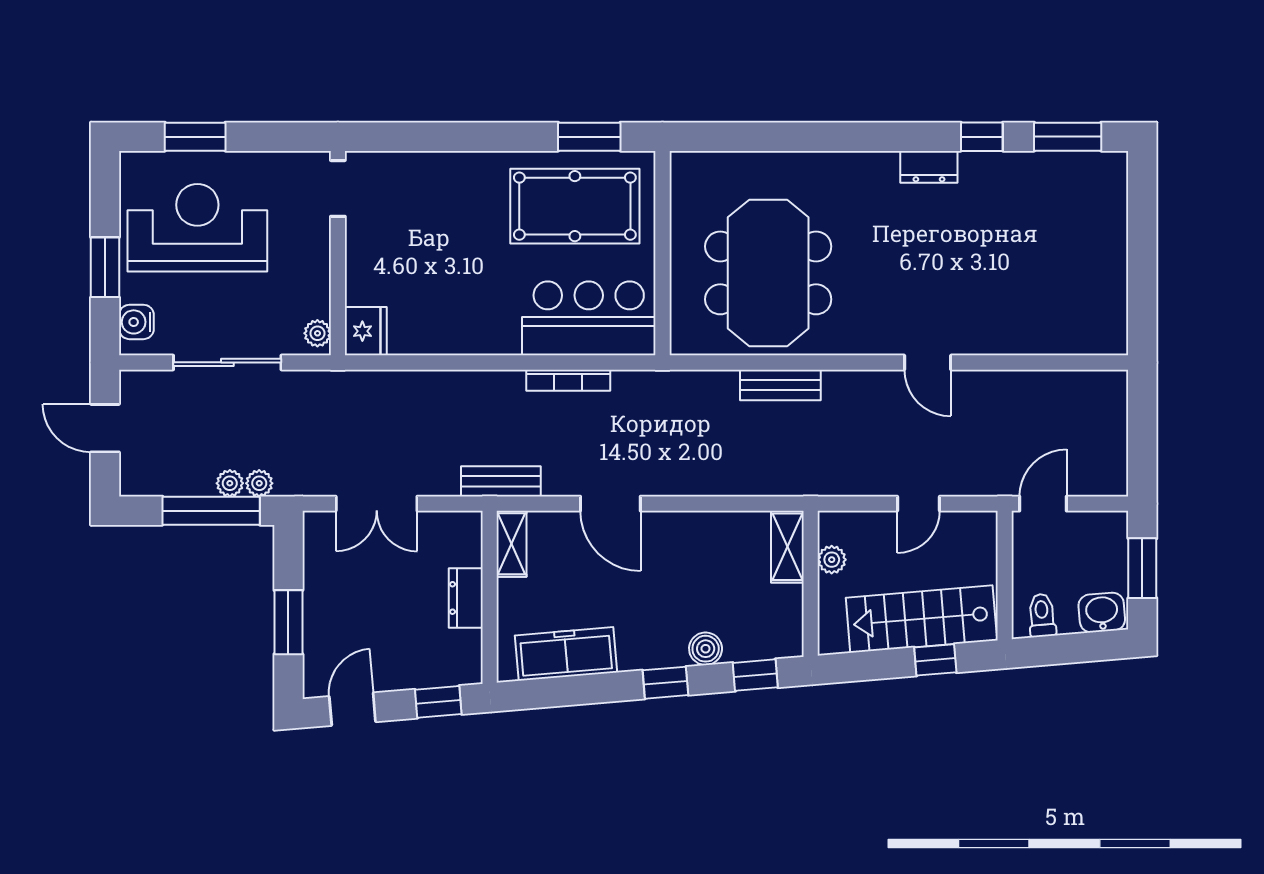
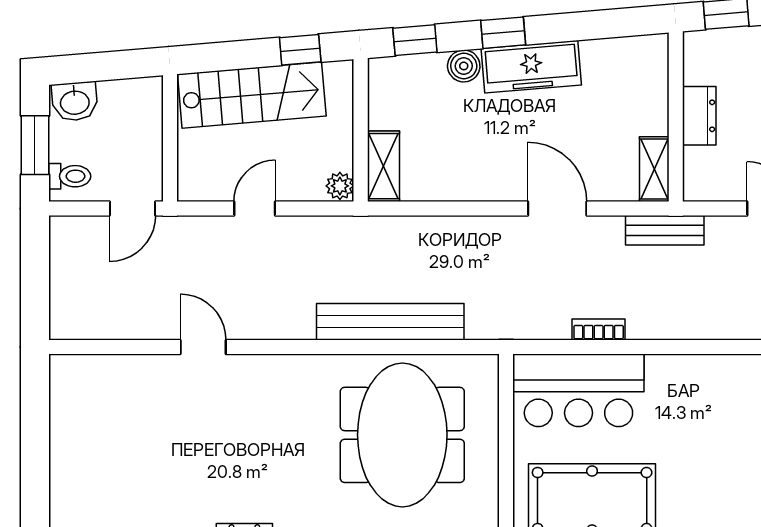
door: (928, 362) -> (203, 347), moved
bookcase: (568, 380) -> (599, 330), width x0.64
bench: (780, 385) -> (390, 322), width x1.86, depth x1.21
plant: (832, 560) -> (340, 186), moved
toilet: (1042, 615) -> (70, 176), moved, turned -85
freezer: (566, 654) -> (531, 67), moved
window: (935, 660) -> (300, 50), moved

